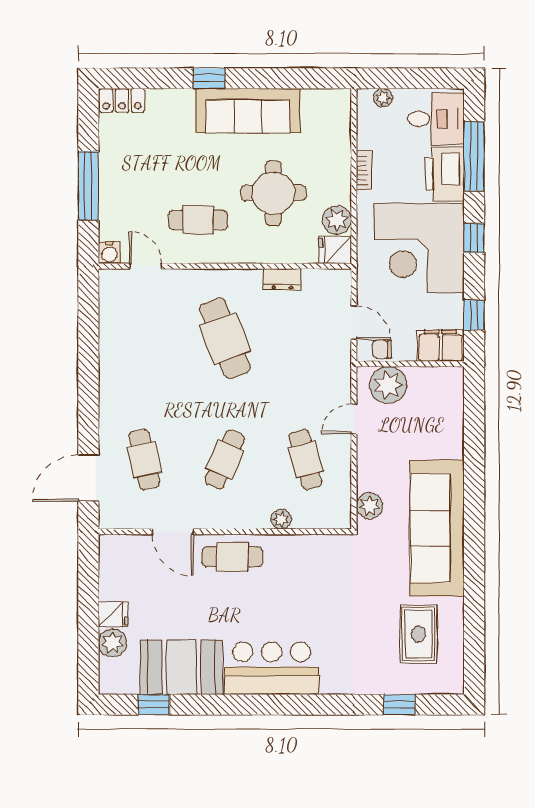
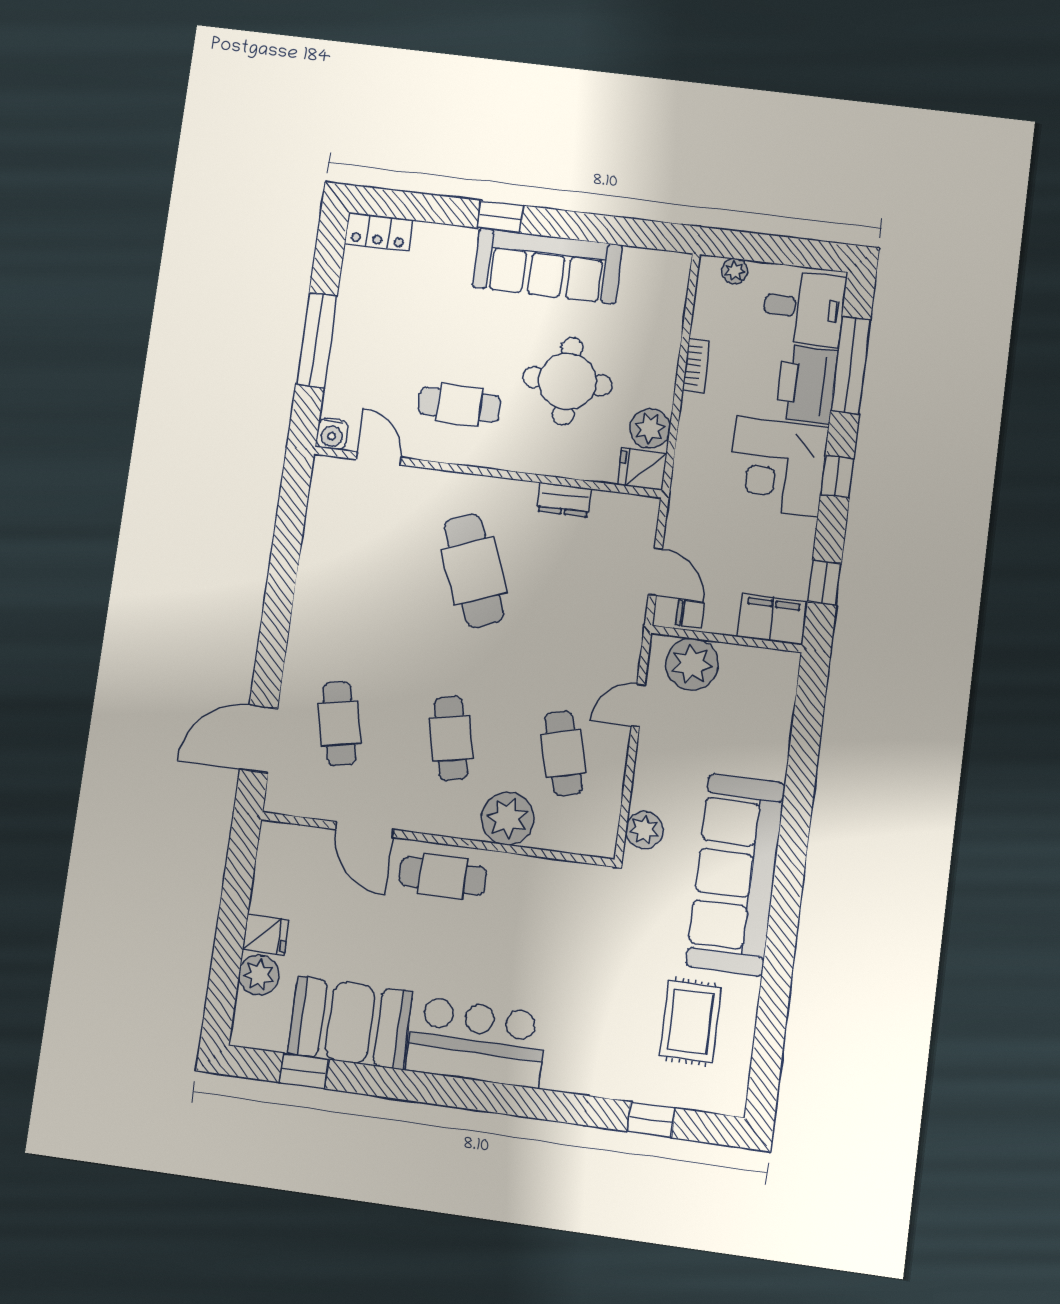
corner desk: (419, 248) -> (778, 467), width x0.74, depth x0.74
chair: (382, 349) -> (690, 614), turned 180
cafe table: (225, 460) -> (451, 738), turned -36
plant: (281, 519) -> (507, 818), width x1.87, depth x1.87

